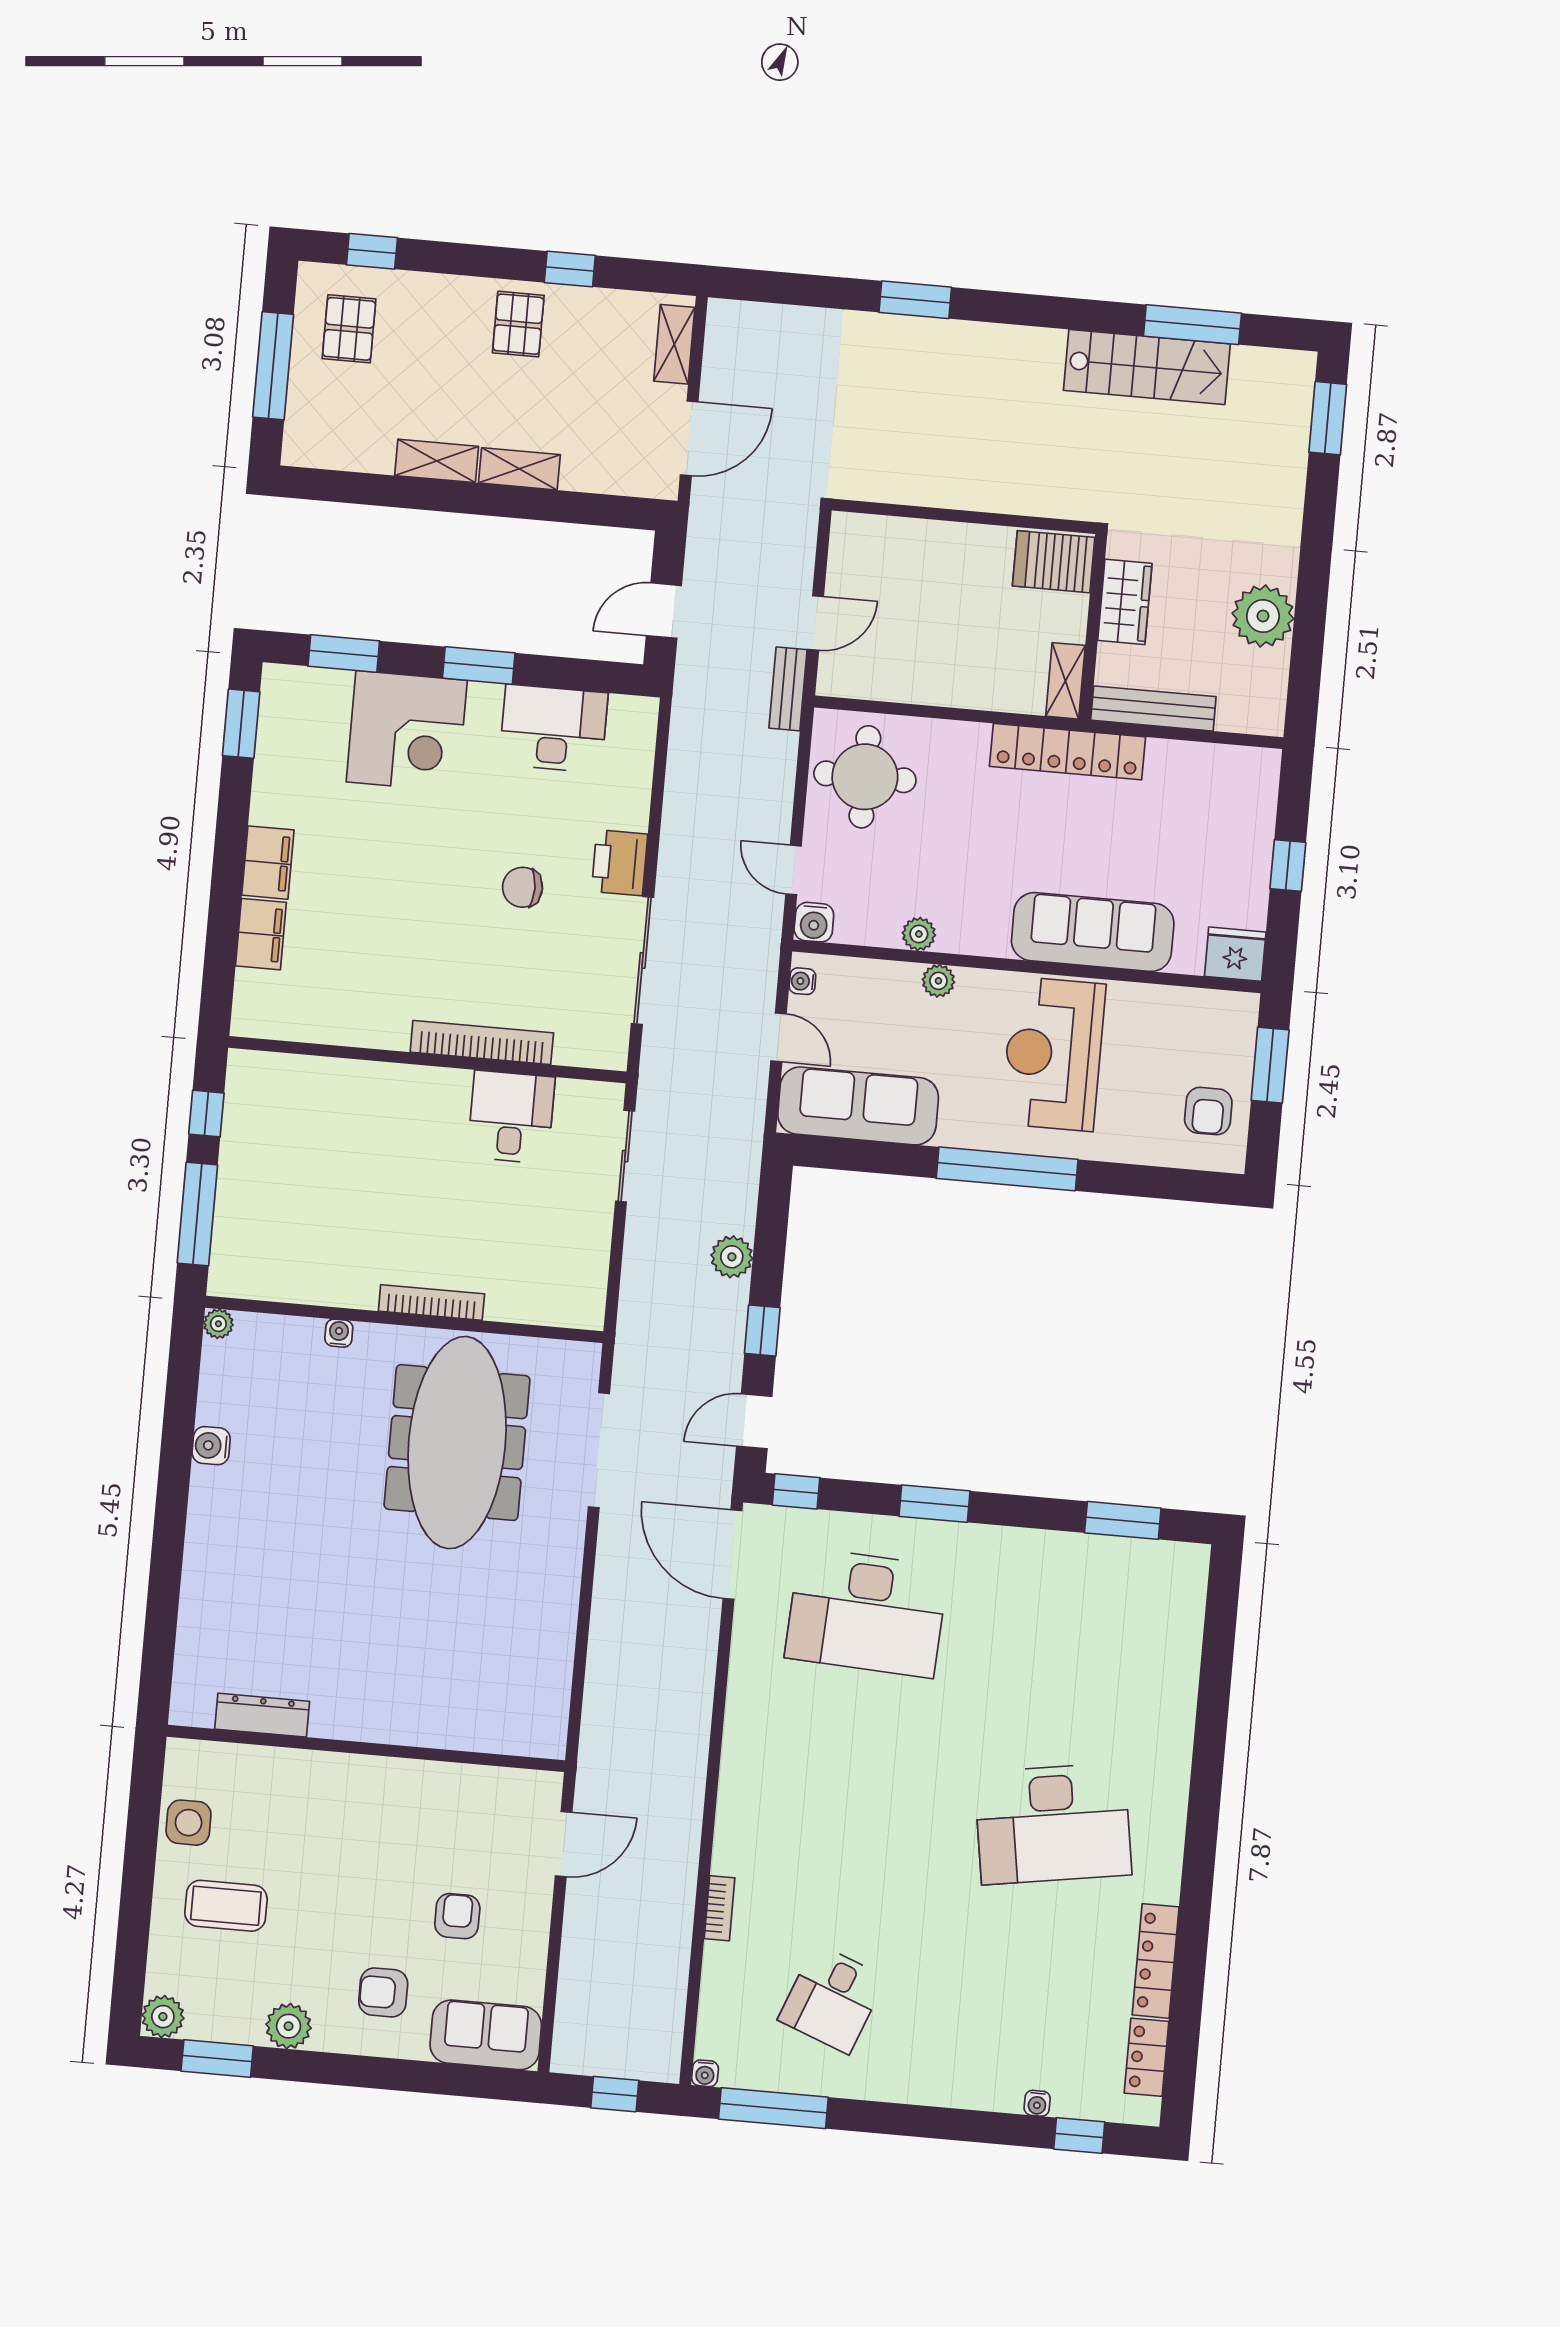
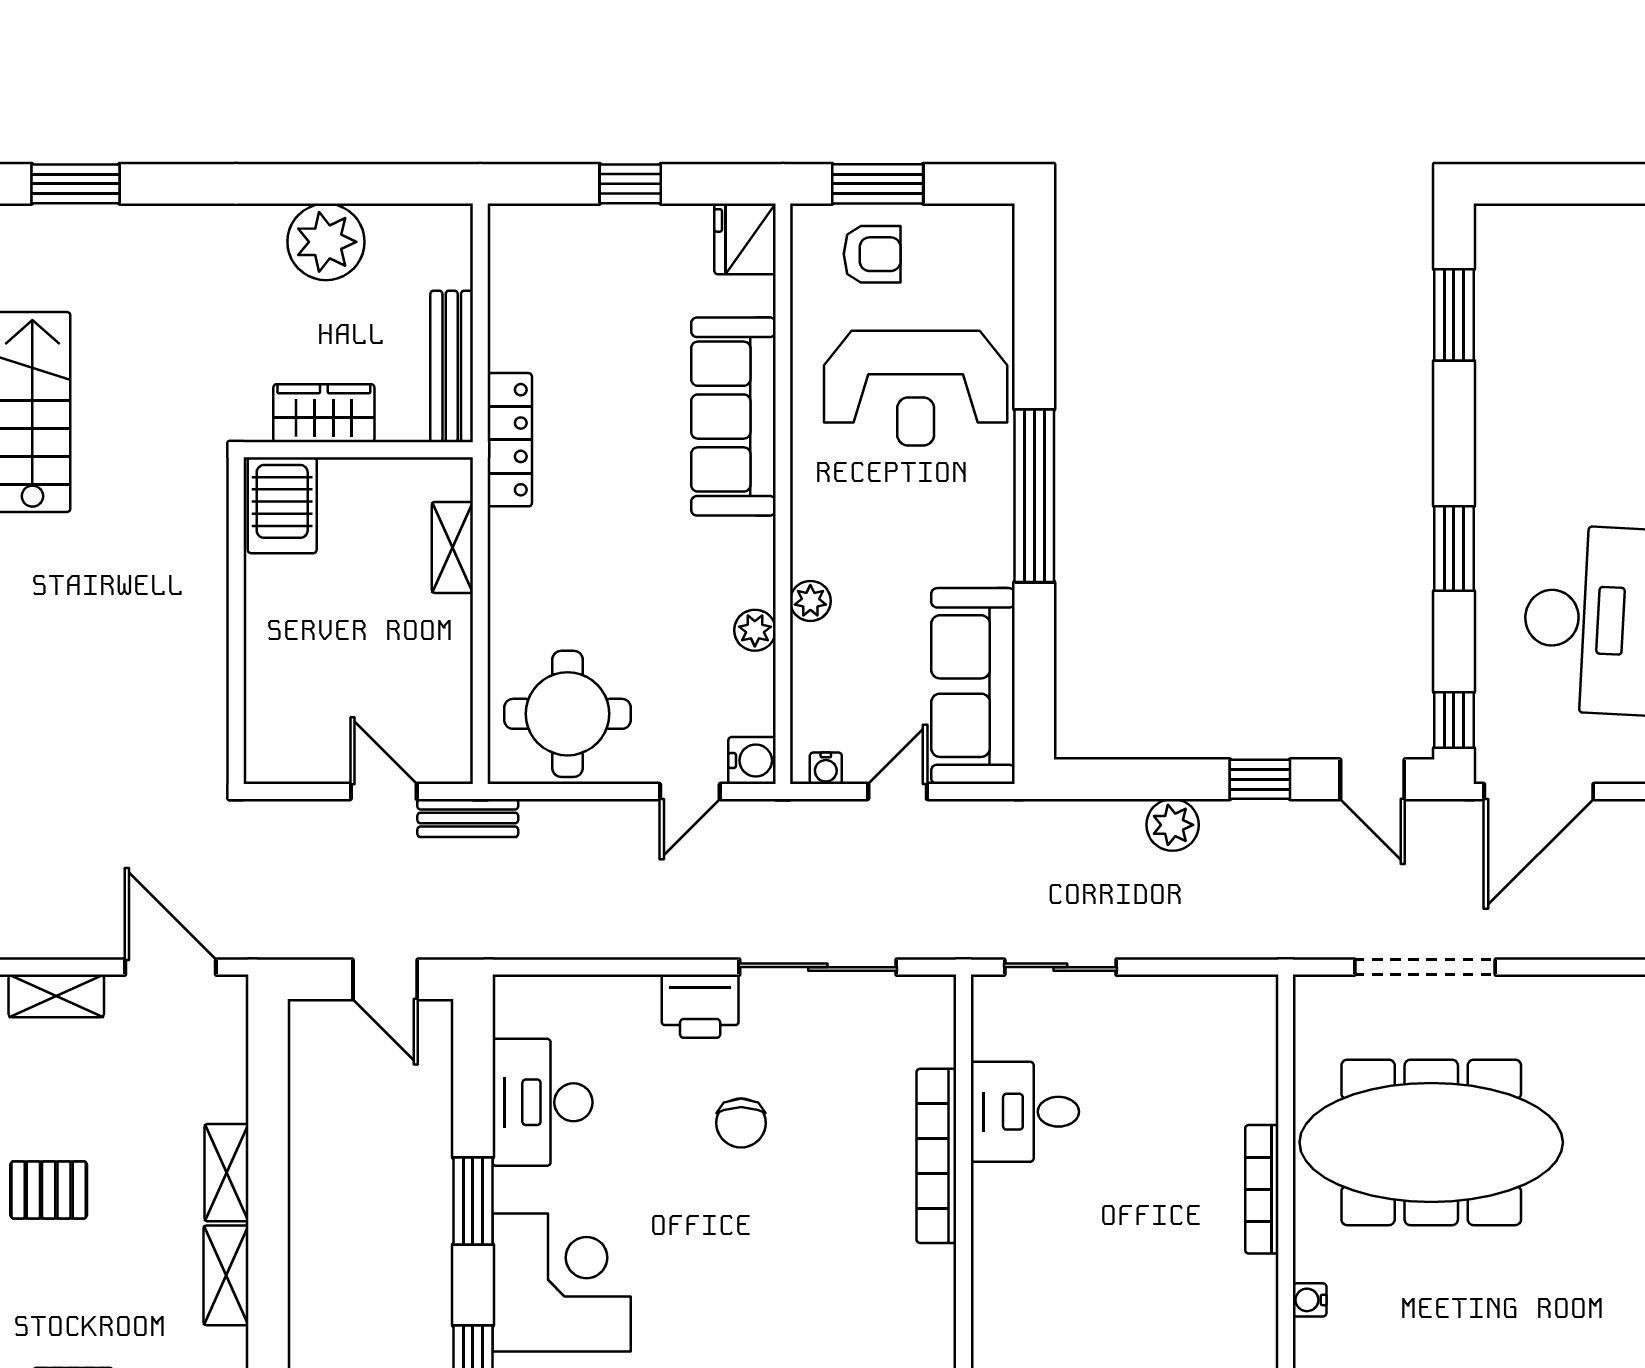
shelving: (1065, 681) -> (452, 547), moved, turned 90
locker: (1068, 752) -> (510, 440), width x0.71, depth x0.83
reception desk: (1053, 1054) -> (916, 388), moved
armchair: (1208, 1111) -> (872, 254), moved

